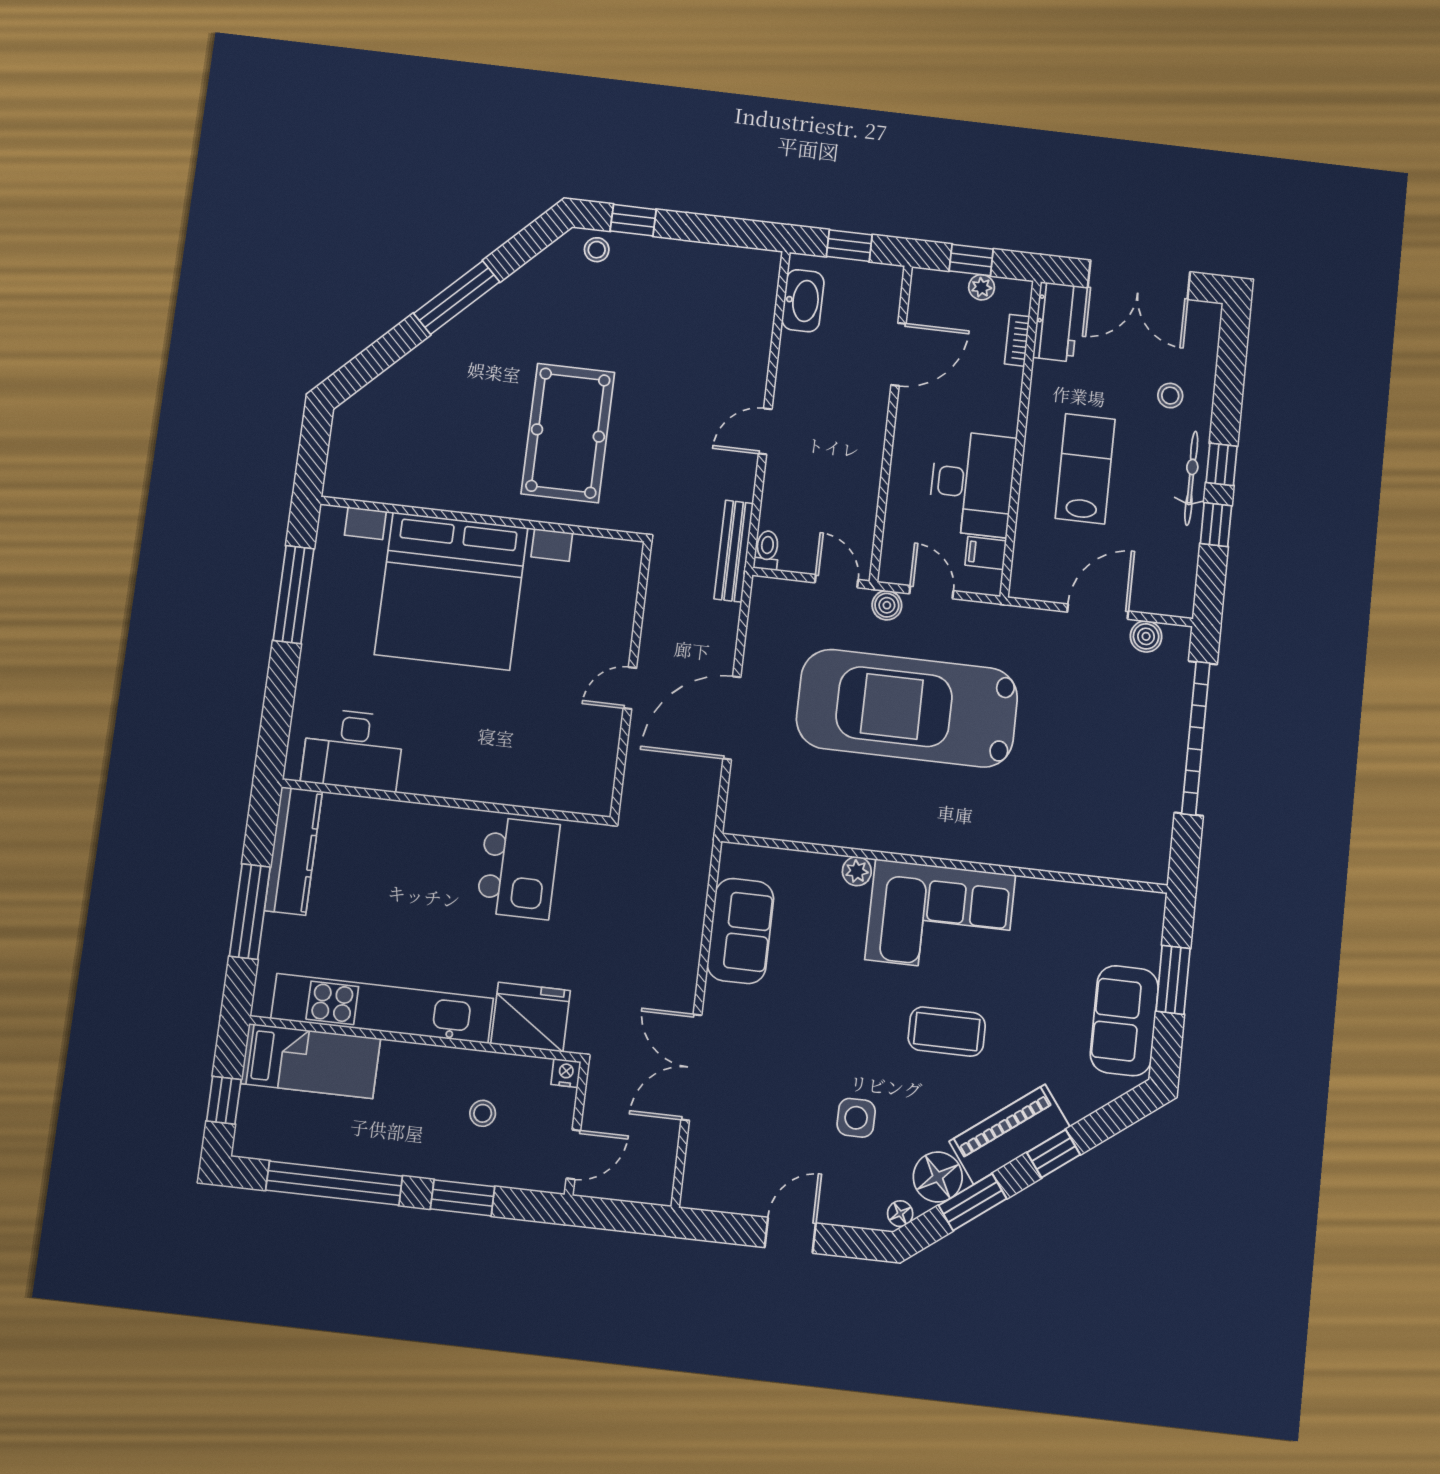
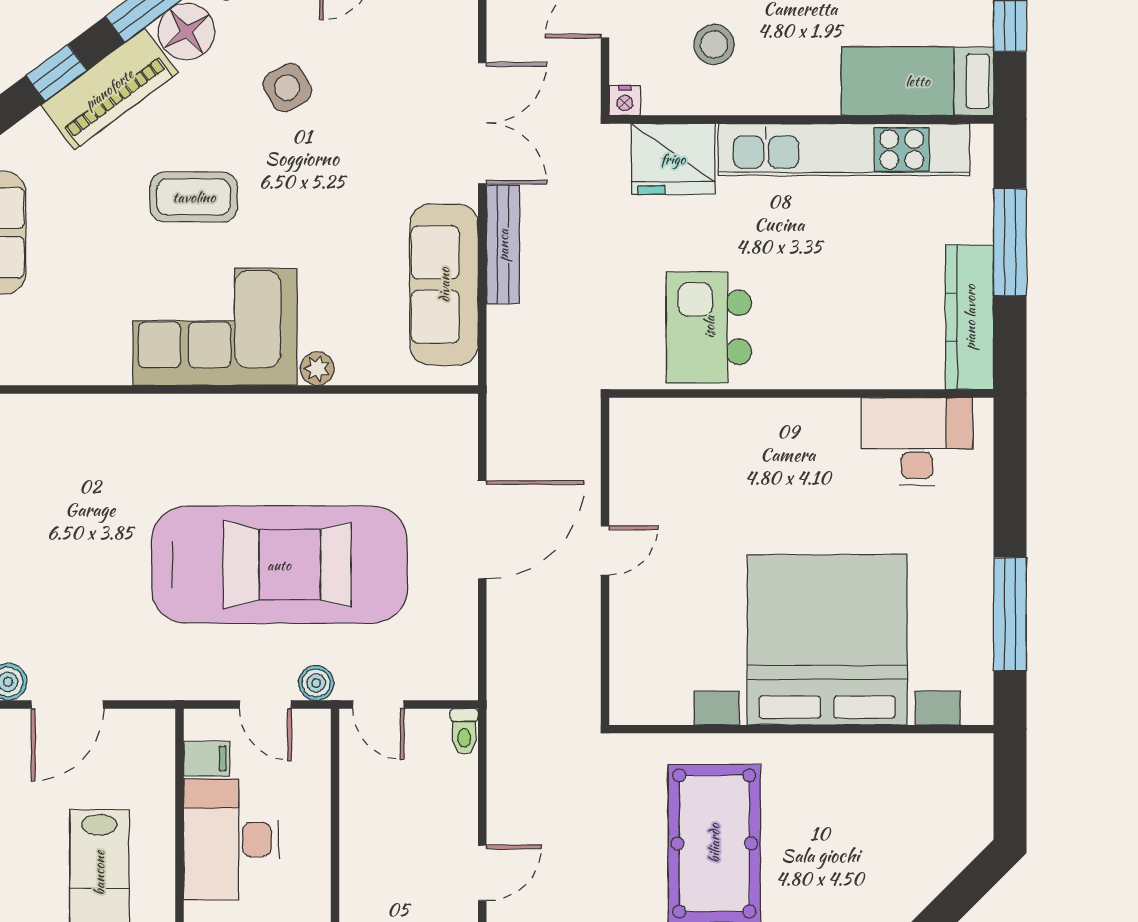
bench: (734, 551) -> (503, 245), moved
sofa: (740, 931) -> (444, 285), width x1.36
stool: (483, 1113) -> (714, 44), width x1.37, depth x1.37
side table: (856, 1118) -> (287, 88), turned -30

